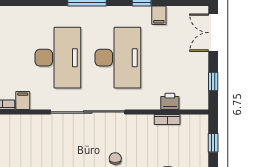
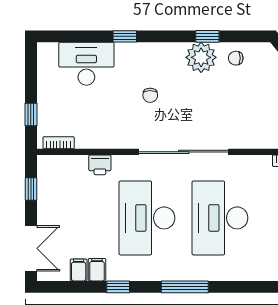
filing cabinet: (23, 100) -> (79, 270), moved, turned 180
printer: (170, 101) -> (100, 165), moved
bookcase: (167, 119) -> (59, 143), moved

